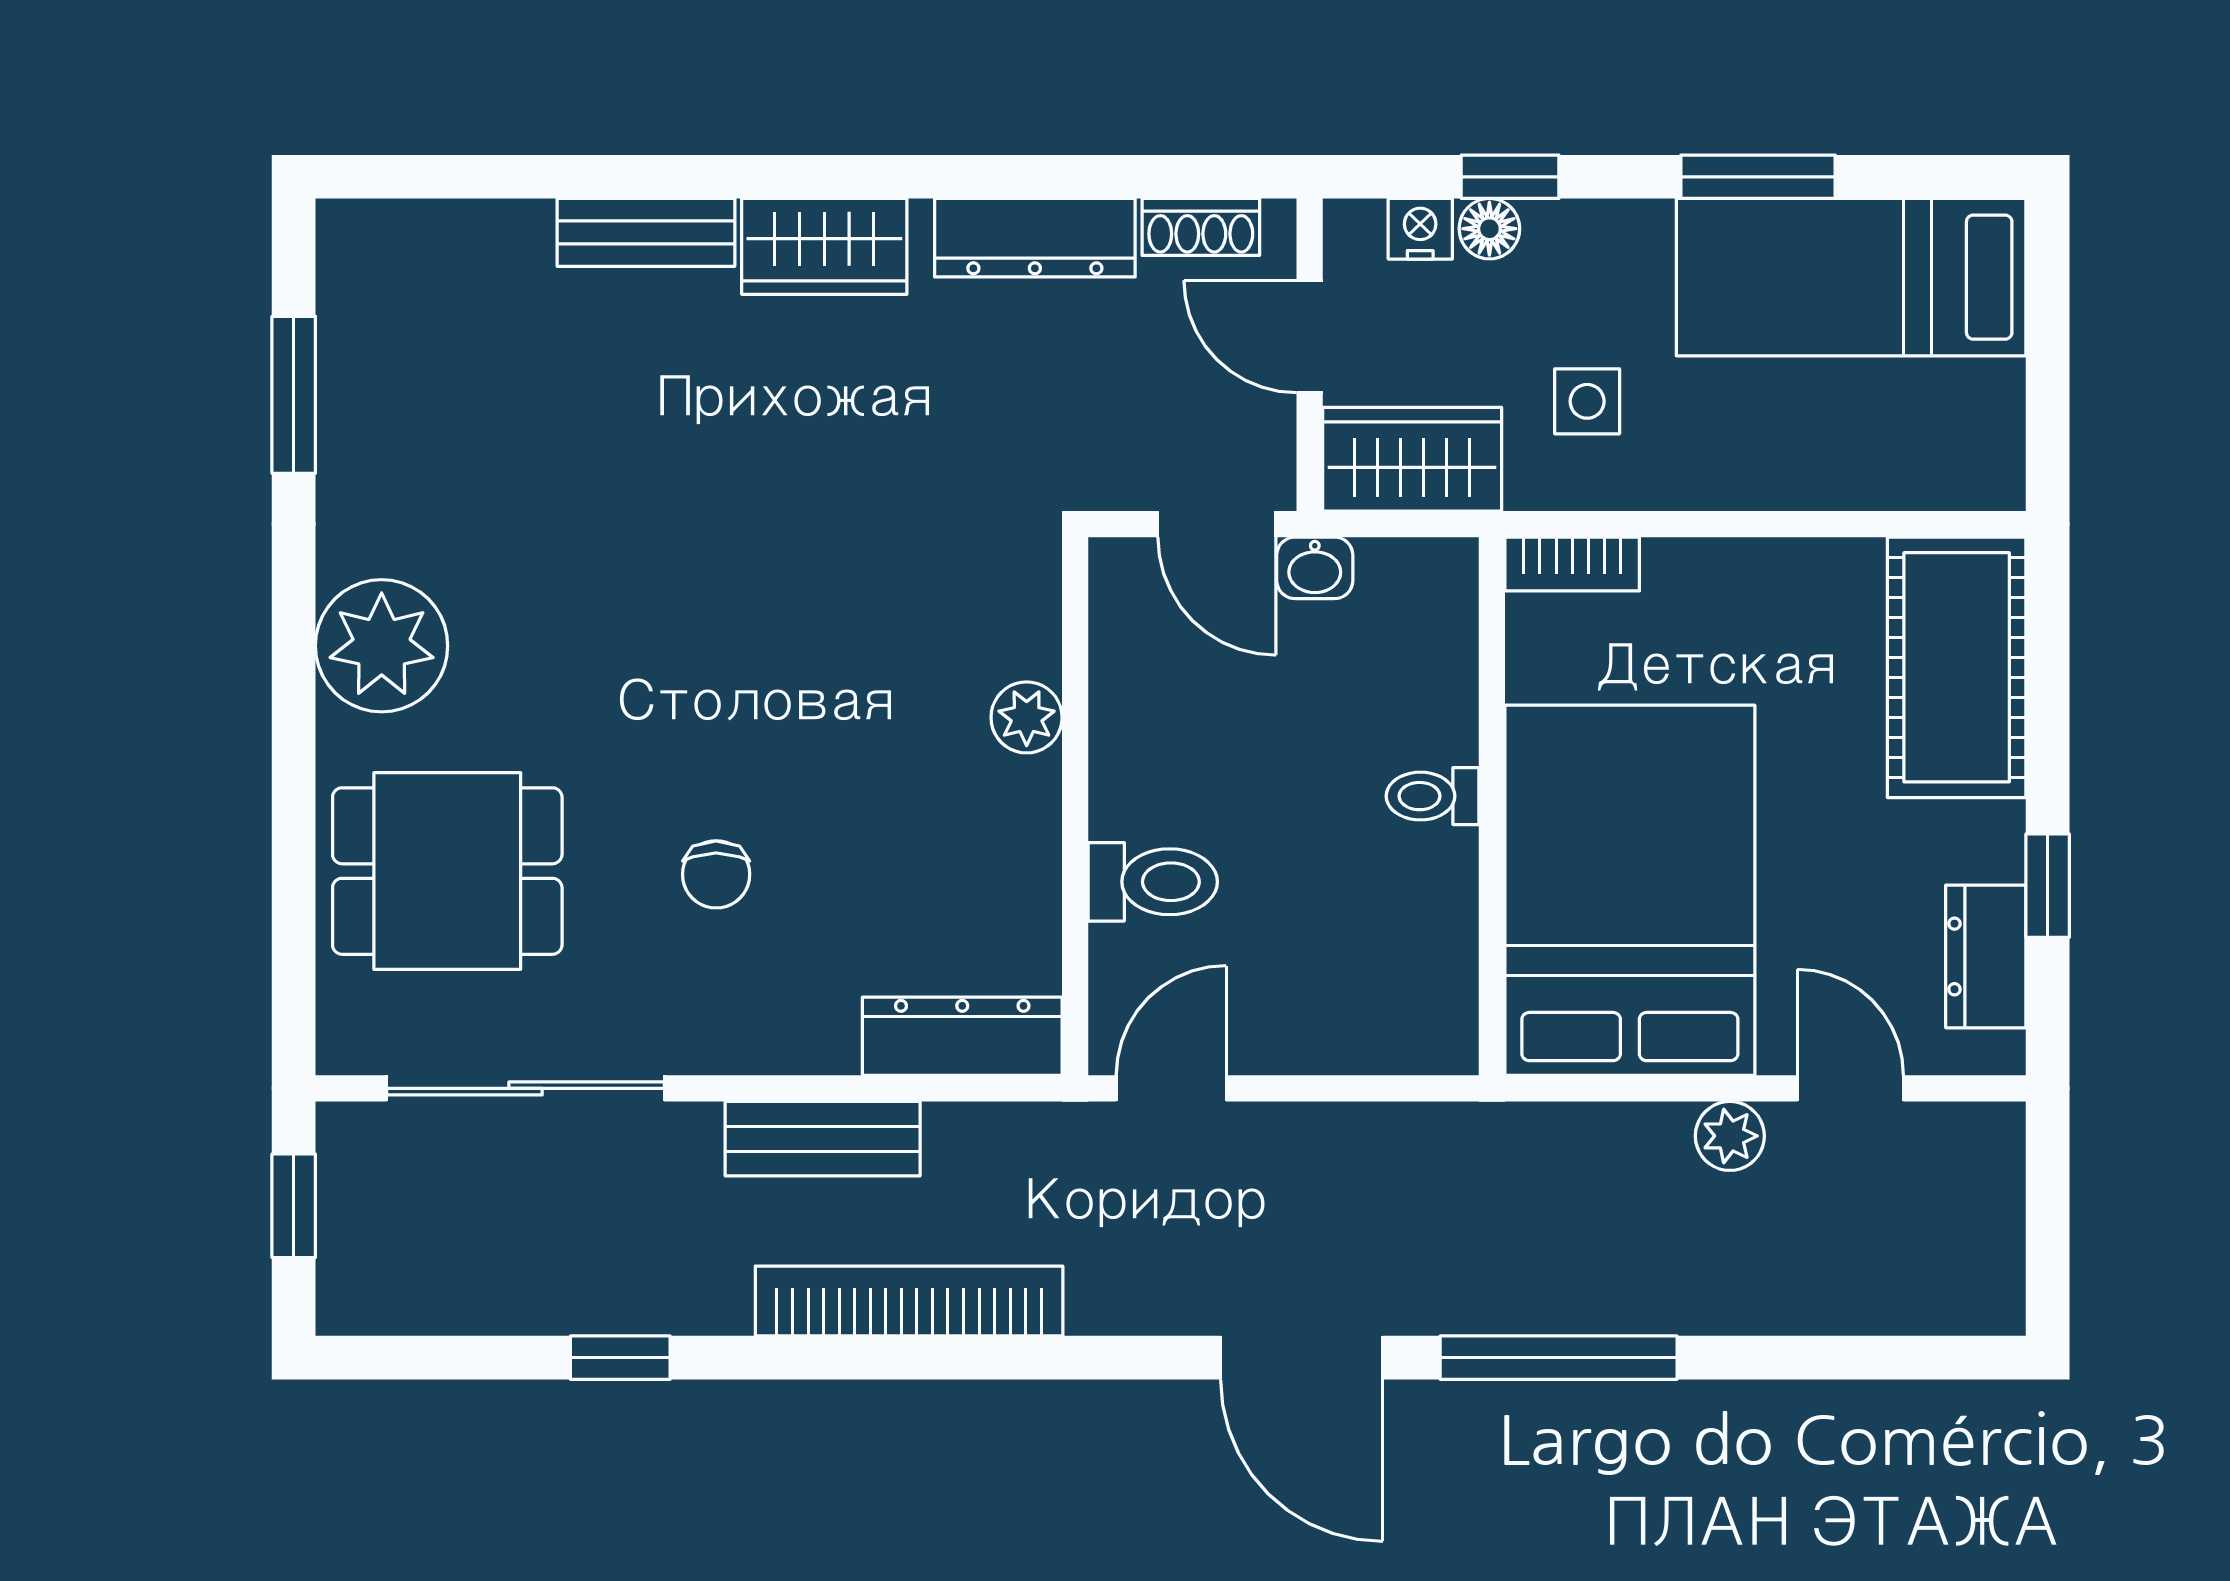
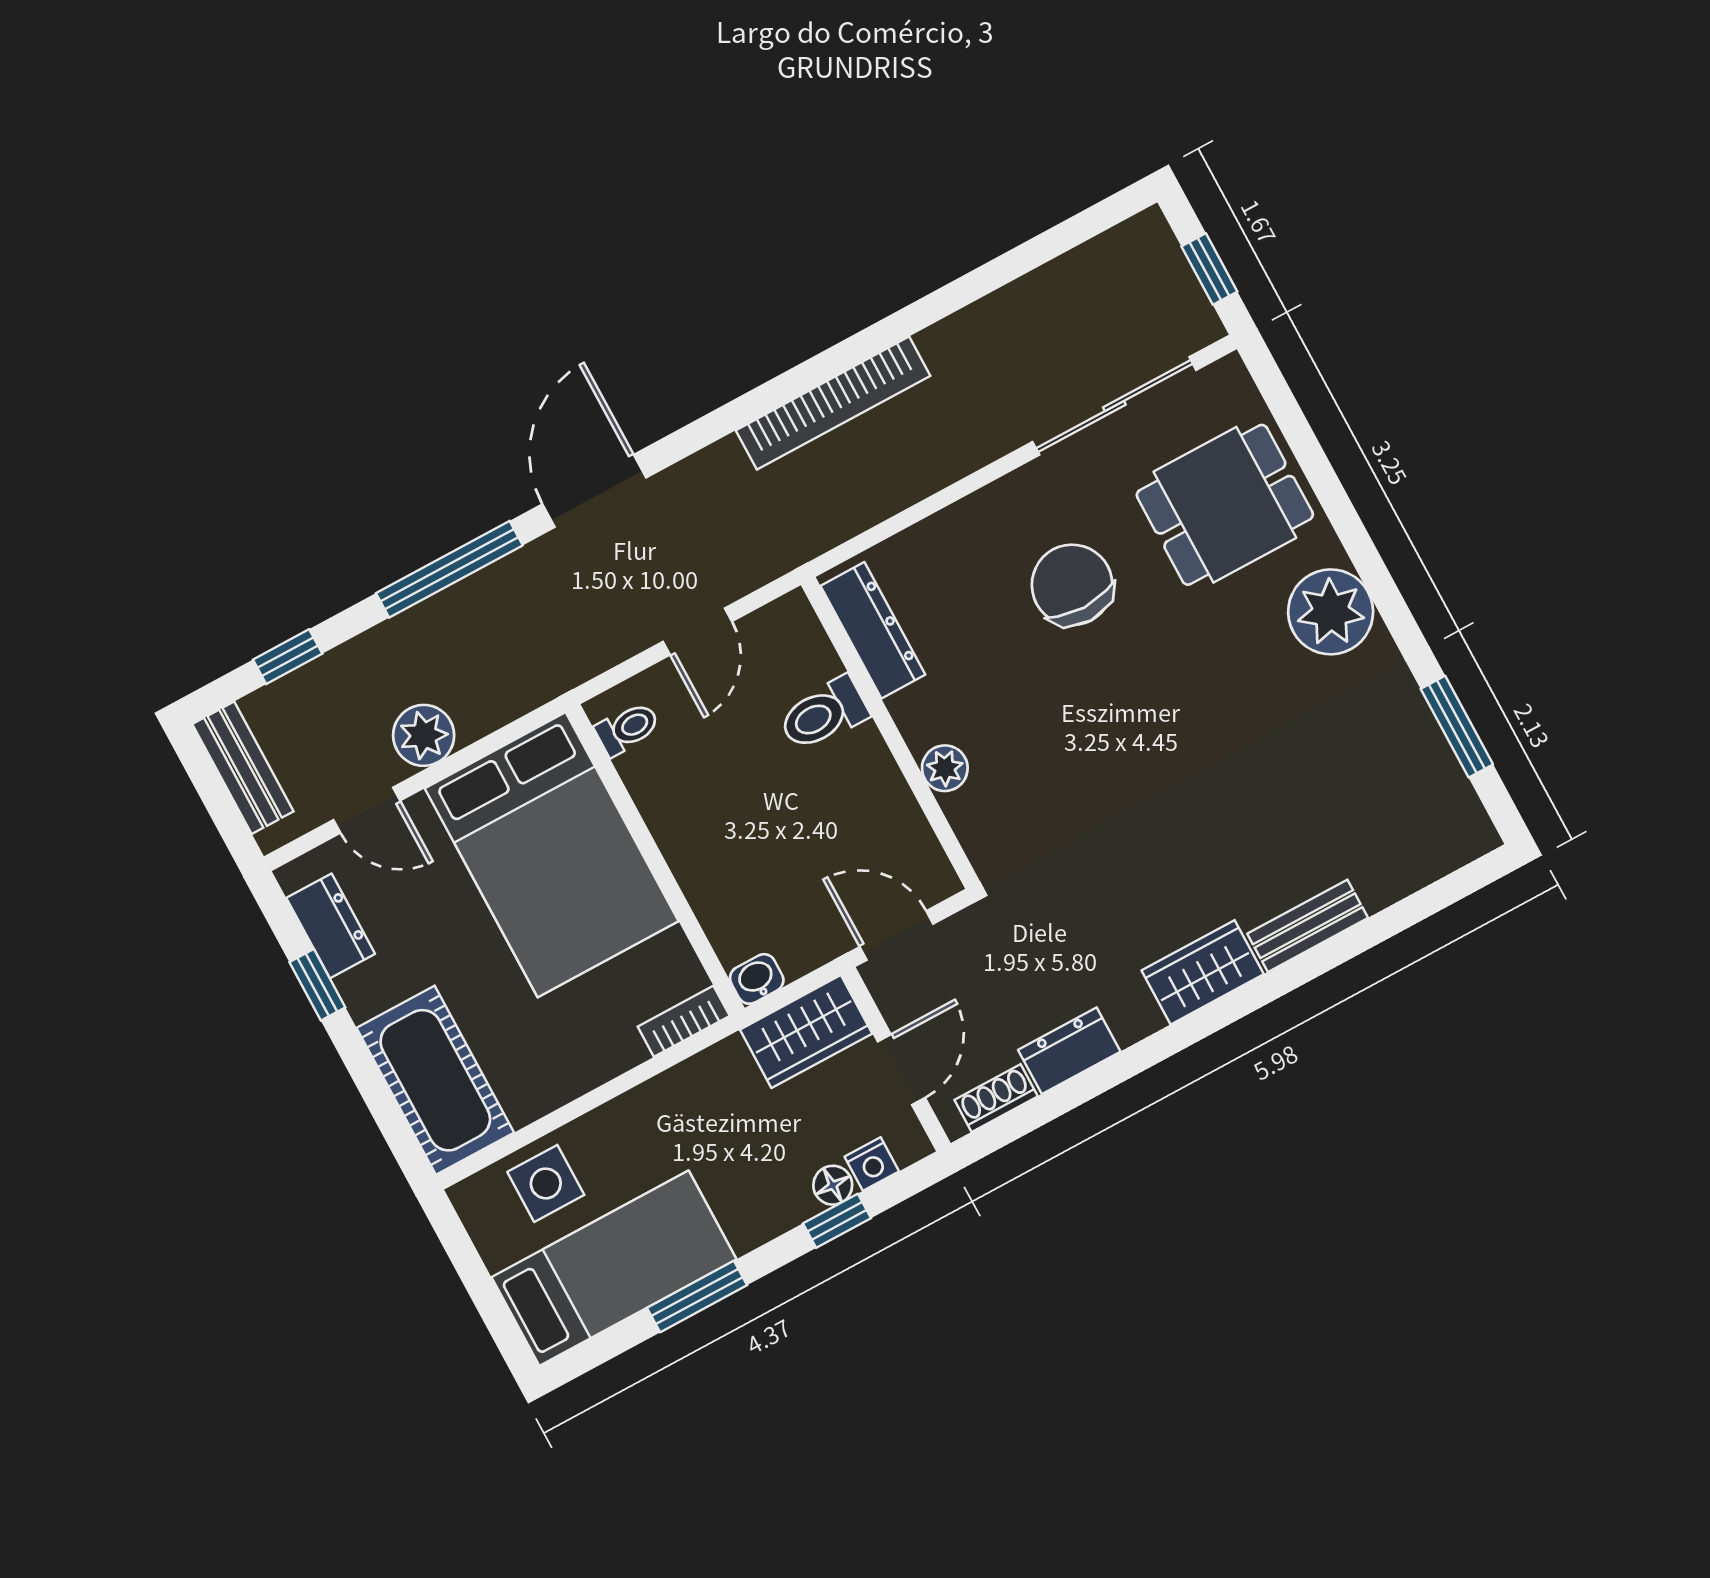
dresser: (1035, 238) -> (1069, 1051), width x0.70
door: (1310, 336) -> (901, 1070), hinge flipped
side table: (1587, 401) -> (546, 1183), moved, width x1.37, depth x1.37
washbasin: (1315, 568) -> (757, 979), moved
toilet: (1433, 796) -> (627, 729), moved
chair: (716, 874) -> (1072, 585), width x1.87, depth x1.87
dresser: (962, 1036) -> (873, 630), moved, turned -90
door: (1171, 1088) -> (697, 631), moved
plant: (1730, 1136) -> (424, 735), width x1.38, depth x1.38
bench: (823, 1139) -> (243, 768), moved, turned 90
window: (620, 1358) -> (288, 657), moved
door: (1302, 1358) -> (594, 491), hinge flipped

